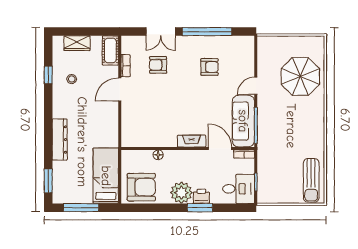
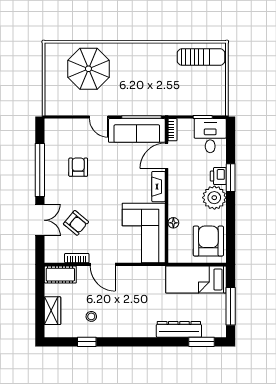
armchair: (158, 65) -> (76, 223), turned -50
corner sofa: (149, 127) -> (144, 233), added
dresser: (60, 140) -> (179, 329), moved

